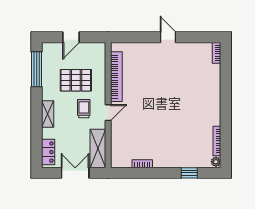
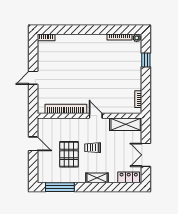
door: (71, 37) -> (33, 144), moved
bookcase: (116, 77) -> (66, 109), moved
wall: (108, 105) -> (90, 116), moved
door: (108, 113) -> (96, 116), moved
shelving: (98, 148) -> (126, 124), moved

